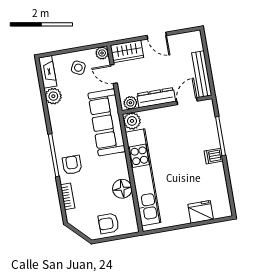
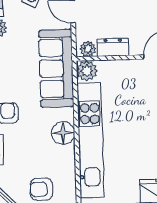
dresser: (156, 98) -> (113, 47), width x0.70
floor lamp: (122, 189) -> (63, 133), moved

